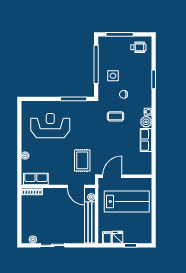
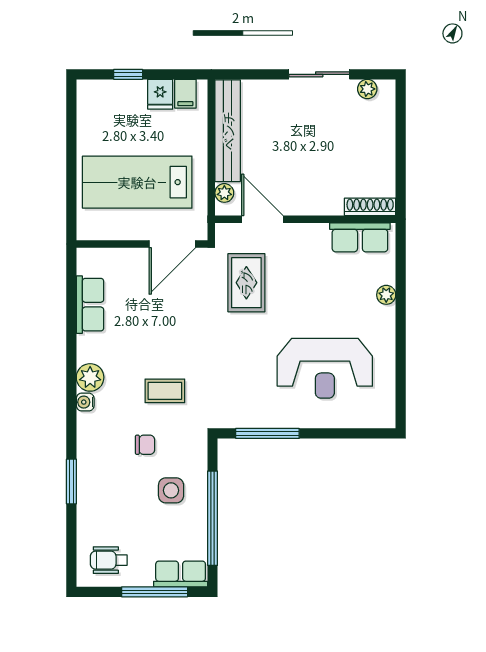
row of seats: (109, 42) -> (181, 574), added
row of seats: (146, 140) -> (90, 305), moved

